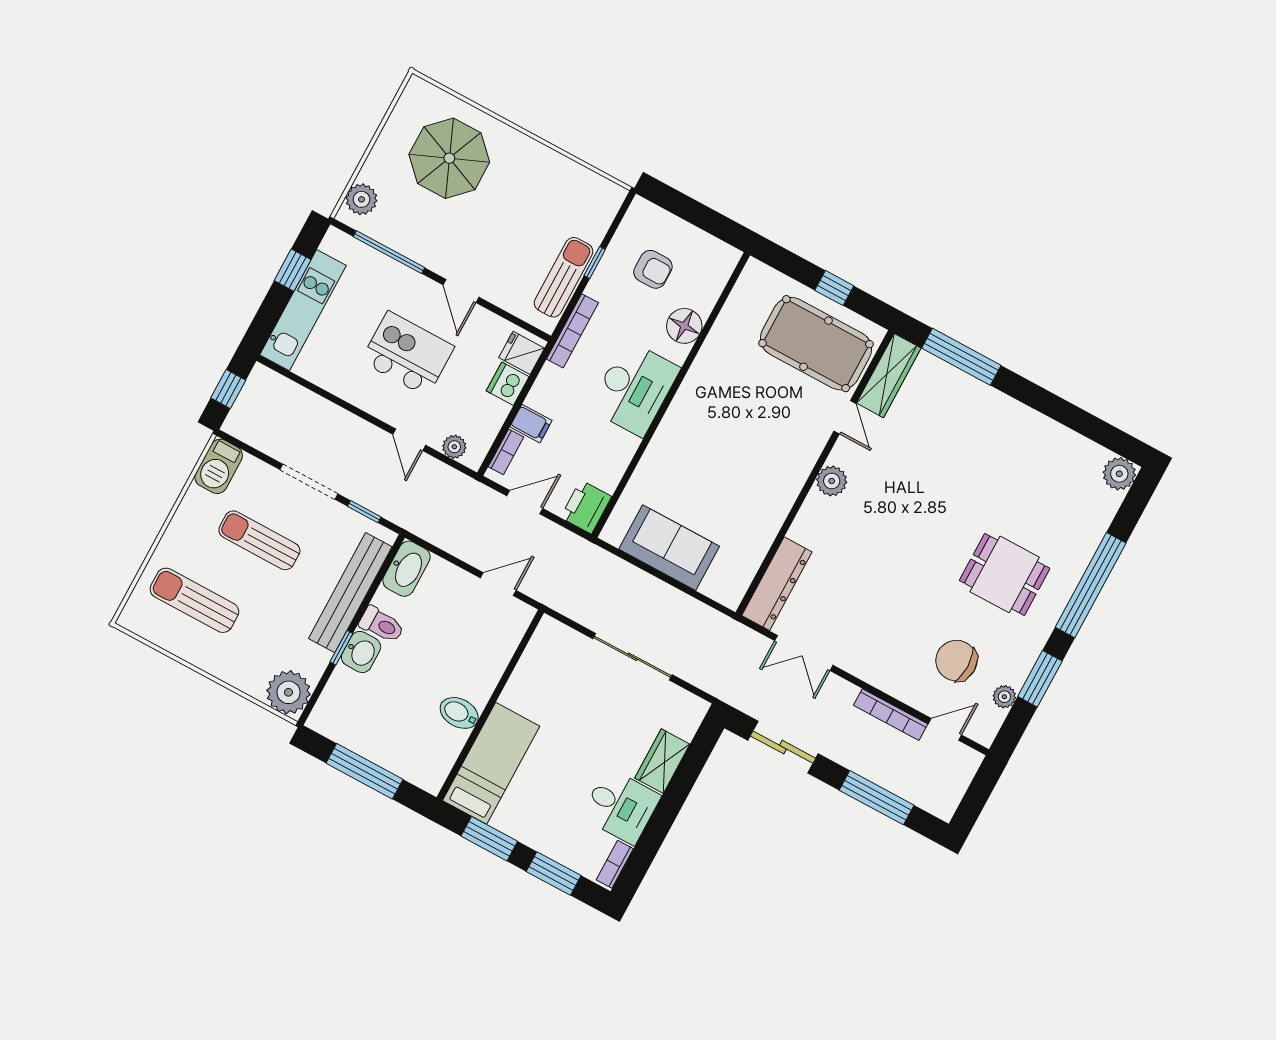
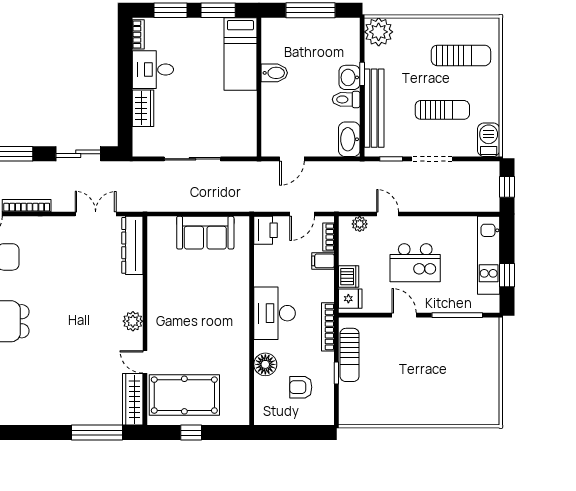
parasol: (449, 158) -> (452, 388), removed
plant: (362, 199) -> (489, 337), removed

